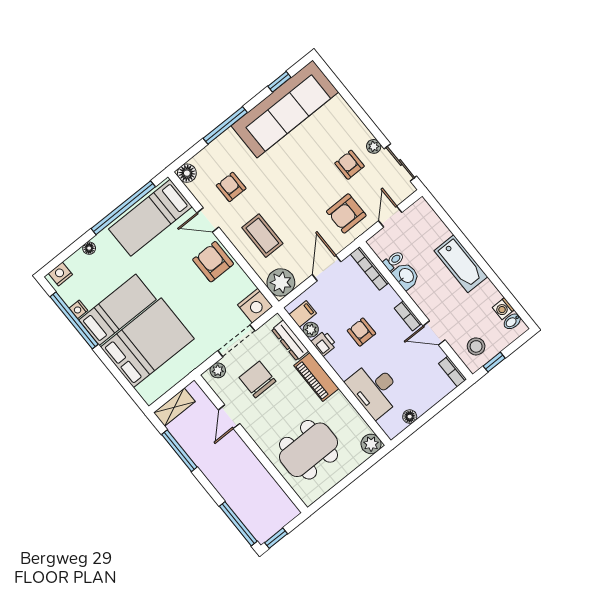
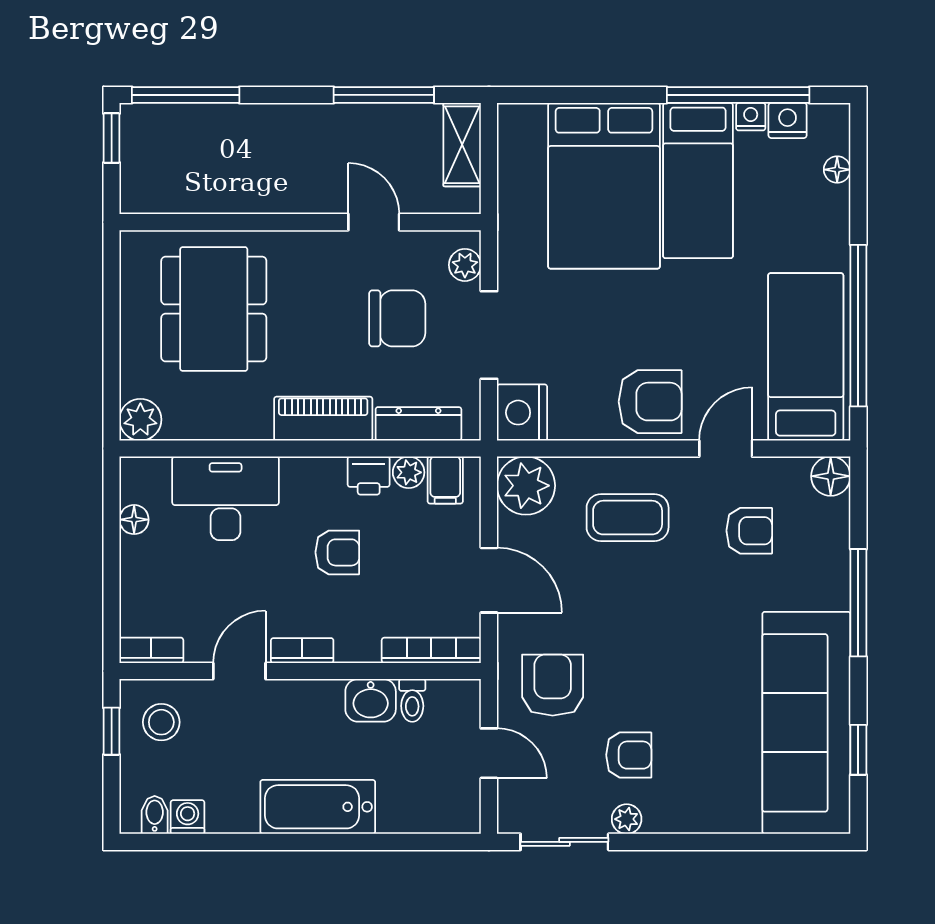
floor lamp: (89, 248) -> (837, 170), moved
nightstand: (60, 274) -> (788, 120), moved, turned -90

